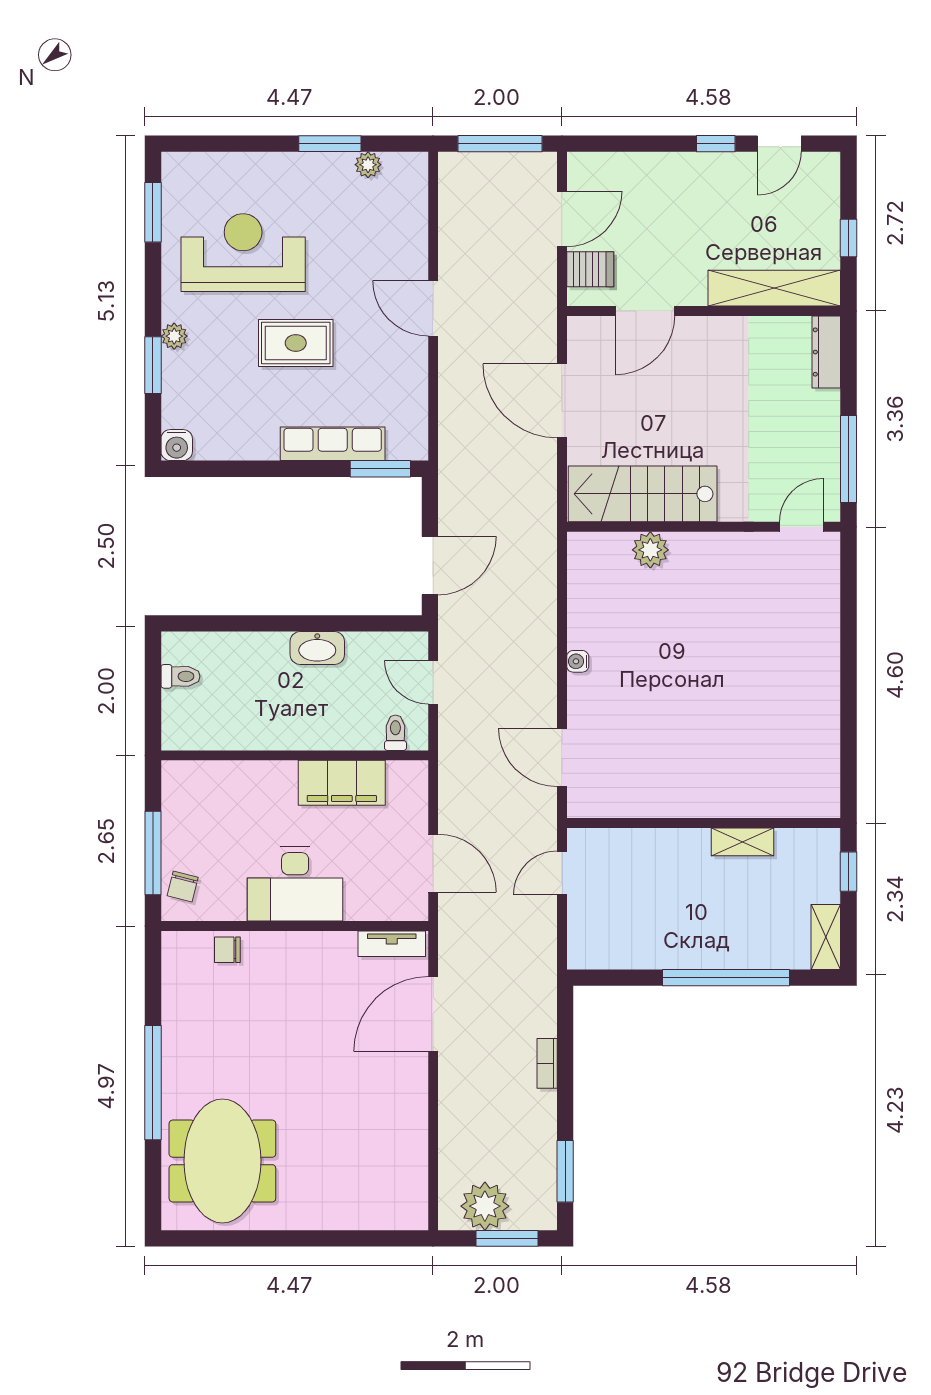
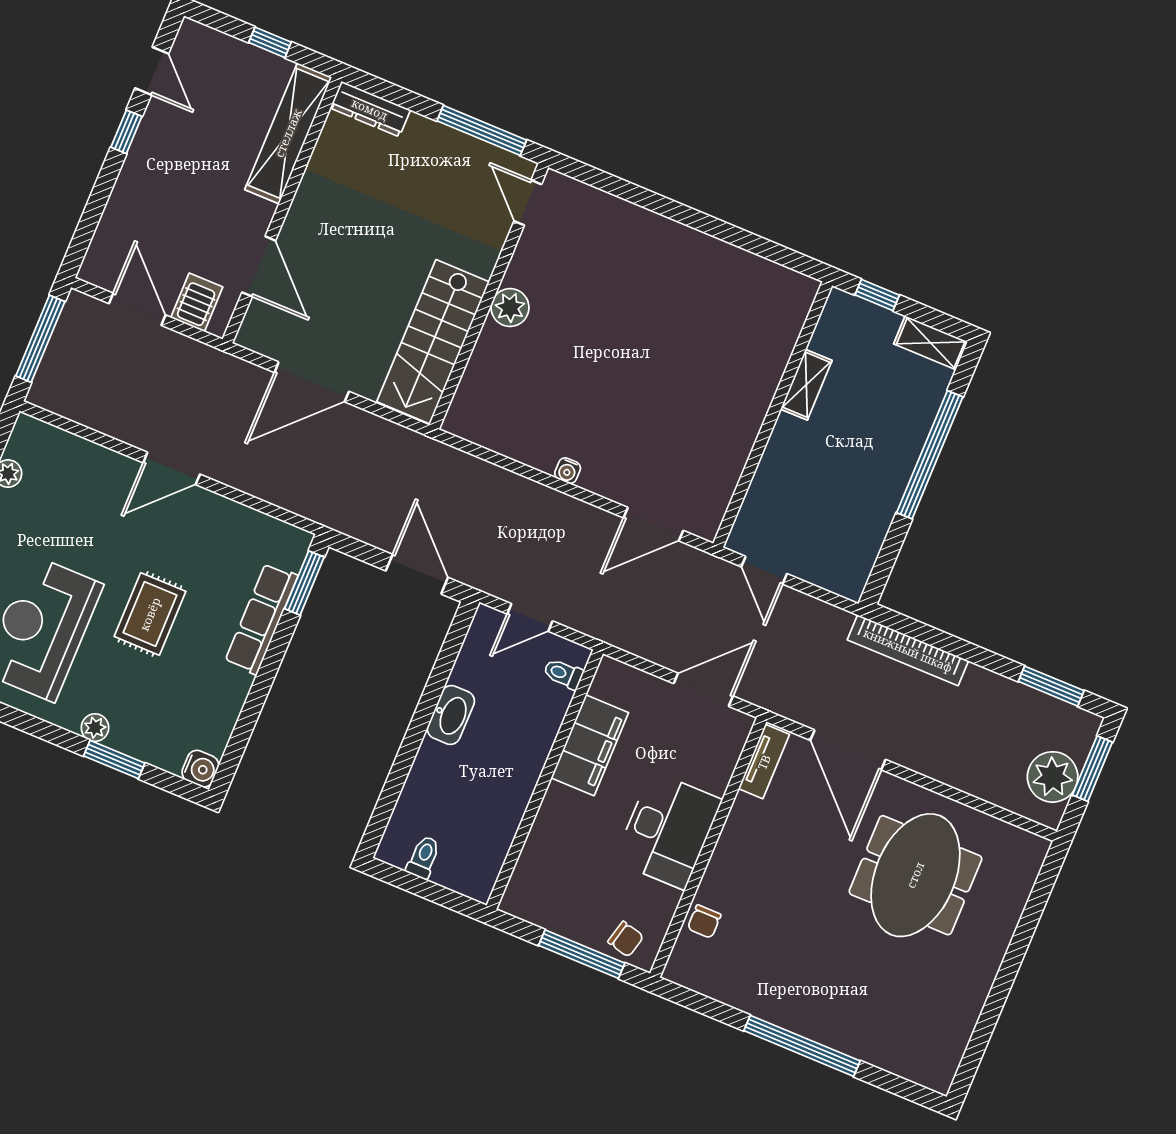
plant: (650, 550) -> (510, 308), moved
bookcase: (547, 1063) -> (908, 650), width x2.31, depth x1.31
meeting table: (222, 1161) -> (915, 875), moved, turned 90

